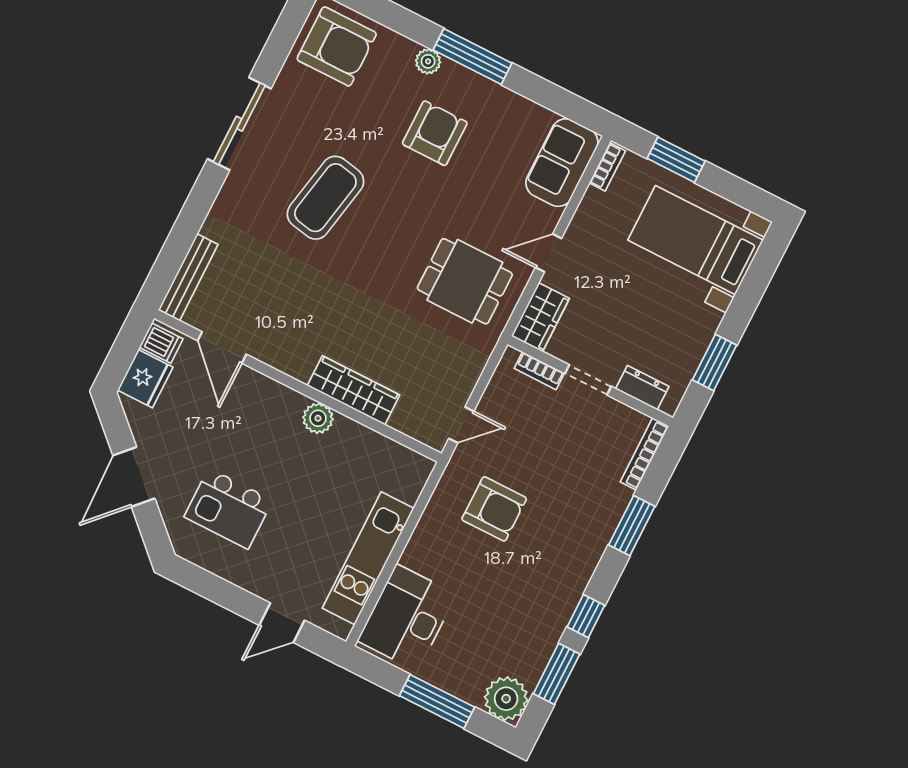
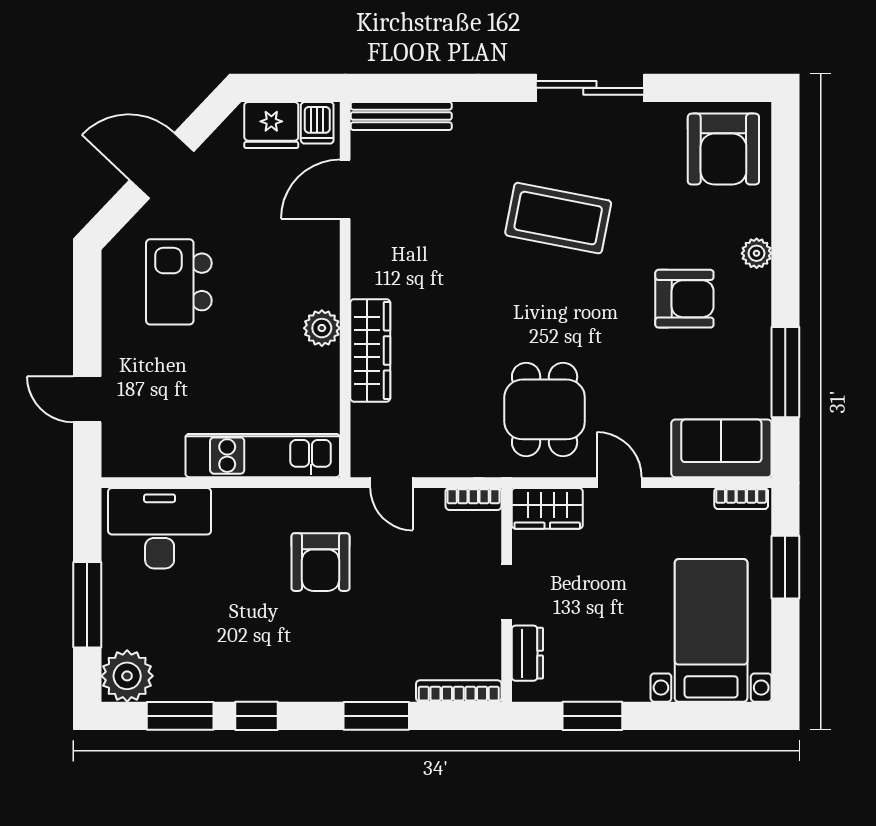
window: (473, 56) -> (785, 372), moved
bookcase: (539, 371) -> (473, 499), moved, turned -90
kitchen unit: (368, 558) -> (263, 456), moved

